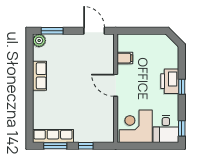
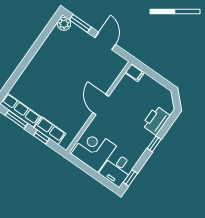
door: (94, 31) -> (105, 41), moved
filing cabinet: (125, 58) -> (135, 73), moved
row of seats: (40, 76) -> (50, 131), moved, turned -90
printer: (170, 81) -> (156, 120), moved

